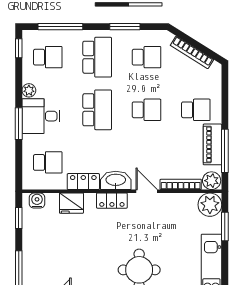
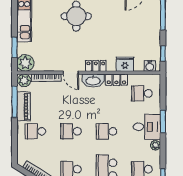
school desk: (97, 110) -> (106, 131), width x0.54

